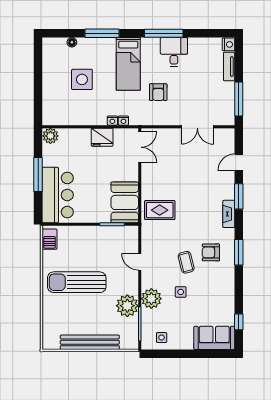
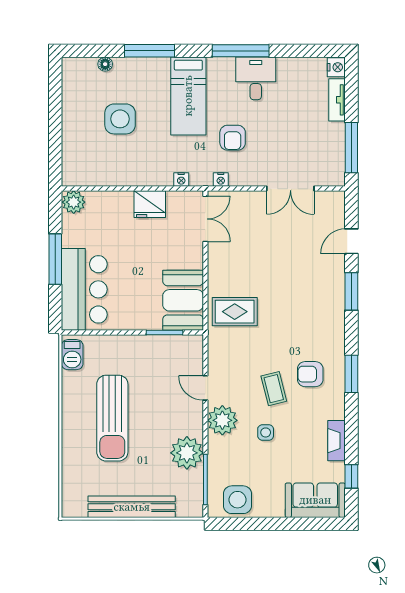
nightstand: (112, 121) -> (221, 180), moved
fireplace: (229, 214) -> (337, 441), moved
sun lounger: (77, 282) -> (112, 418), turned -90
plant: (151, 299) -> (222, 420), moved
side table: (162, 338) -> (238, 500), width x1.87, depth x1.87

